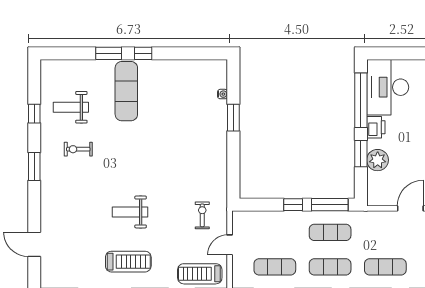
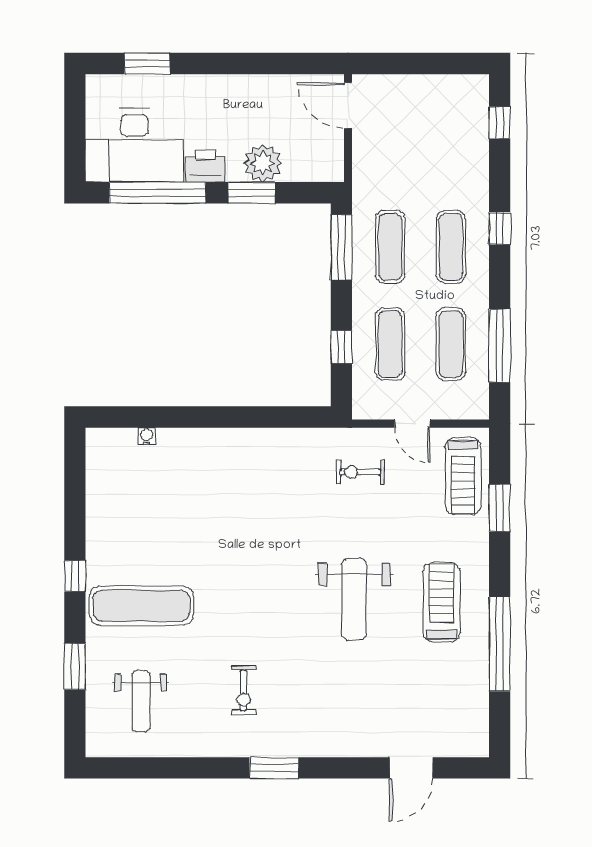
window: (109, 53) -> (75, 666), moved
weight bench: (71, 107) -> (141, 701), moved
window: (34, 114) -> (181, 768), removed
window: (233, 118) -> (188, 417), removed
window: (293, 205) -> (341, 347), moved
weight bench: (130, 212) -> (354, 599), width x1.36, depth x1.33
exercise mat: (385, 267) -> (390, 344), moved

